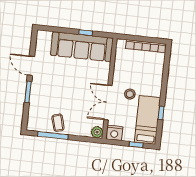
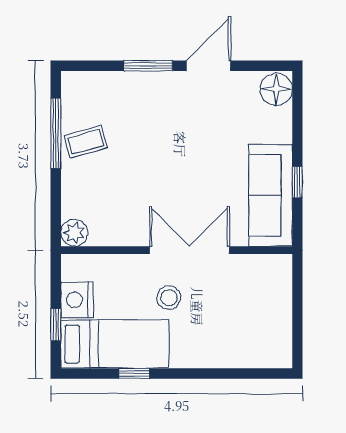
floor lamp: (44, 37) -> (276, 89), added
bookcase: (146, 46) -> (282, 322), removed
sofa: (82, 47) -> (271, 195), width x0.74, depth x0.79
double door: (108, 102) -> (190, 250), moved
nightstand: (114, 133) -> (77, 300), moved

